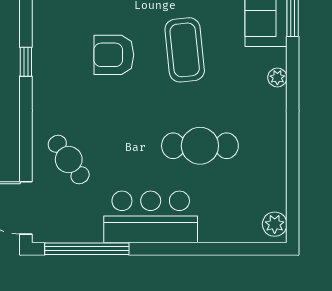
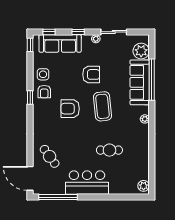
armchair: (57, 18) -> (44, 92), added
window: (26, 62) -> (30, 98), moved
cafe table: (200, 146) -> (109, 150), width x0.73, depth x0.74

